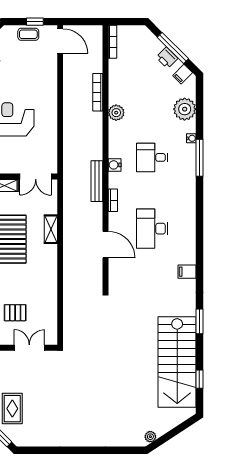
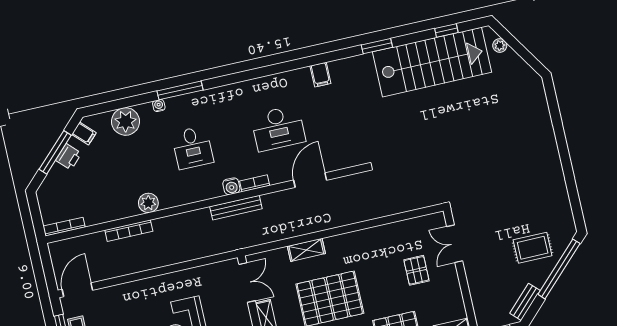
water cooler: (115, 165) -> (231, 186), moved
plant: (150, 437) -> (500, 46), moved

